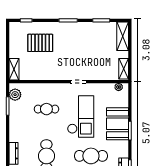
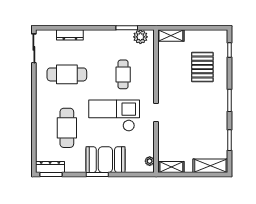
checkout: (81, 117) -> (114, 115), turned 180

